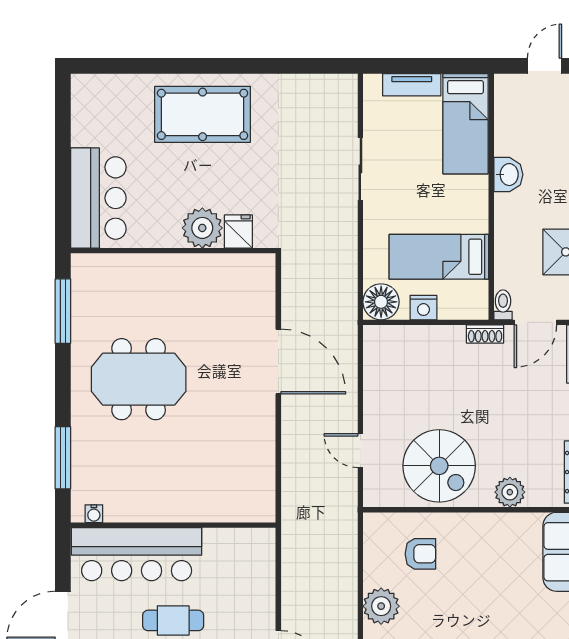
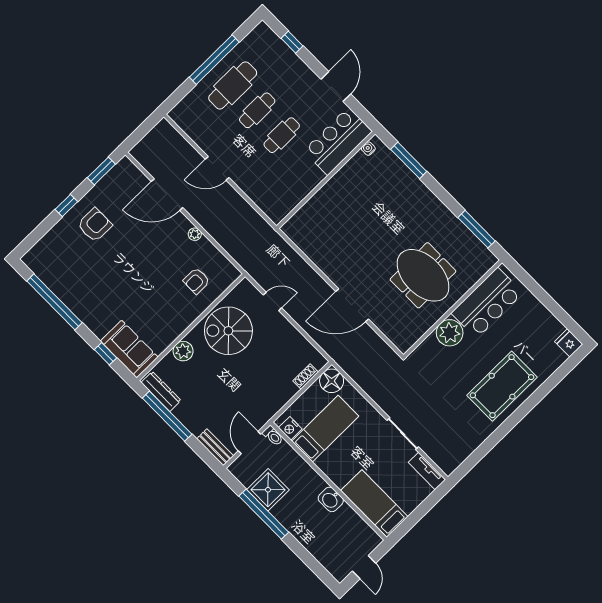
tv unit: (412, 85) -> (427, 471), moved, turned -90
bar counter: (98, 198) -> (487, 303), moved, turned -90
fridge: (238, 231) -> (569, 343), moved, turned 180
nightstand: (423, 308) -> (290, 428), moved, turned -90
shoe rack: (485, 334) -> (306, 377), moved
meeting table: (139, 379) -> (423, 275), moved, turned 90
bar counter: (137, 554) -> (338, 141), width x0.73
plant: (381, 606) -> (195, 234), width x0.53, depth x0.53

